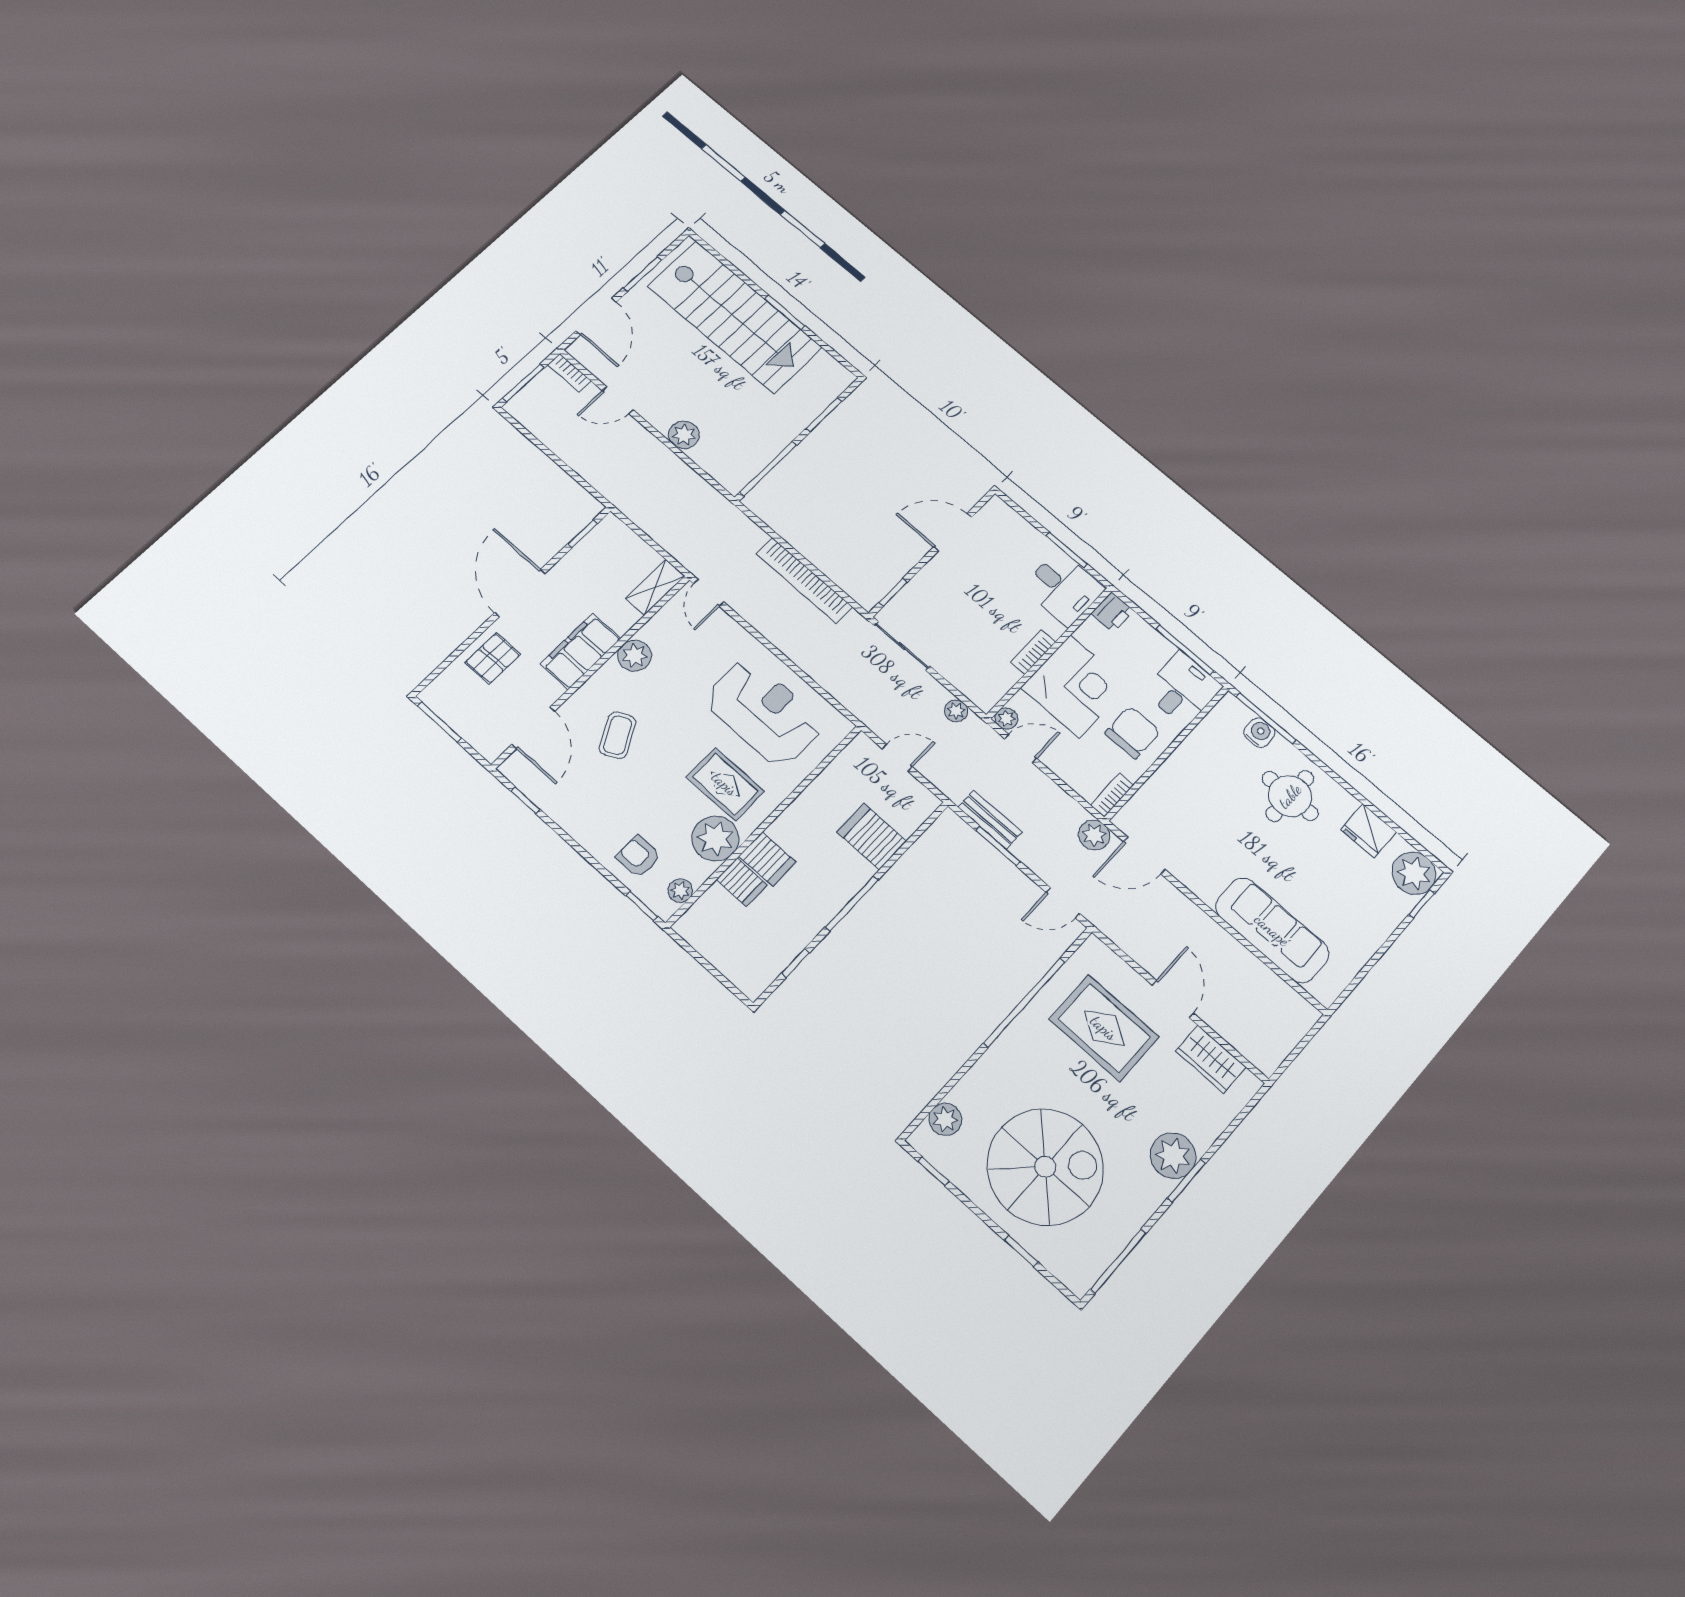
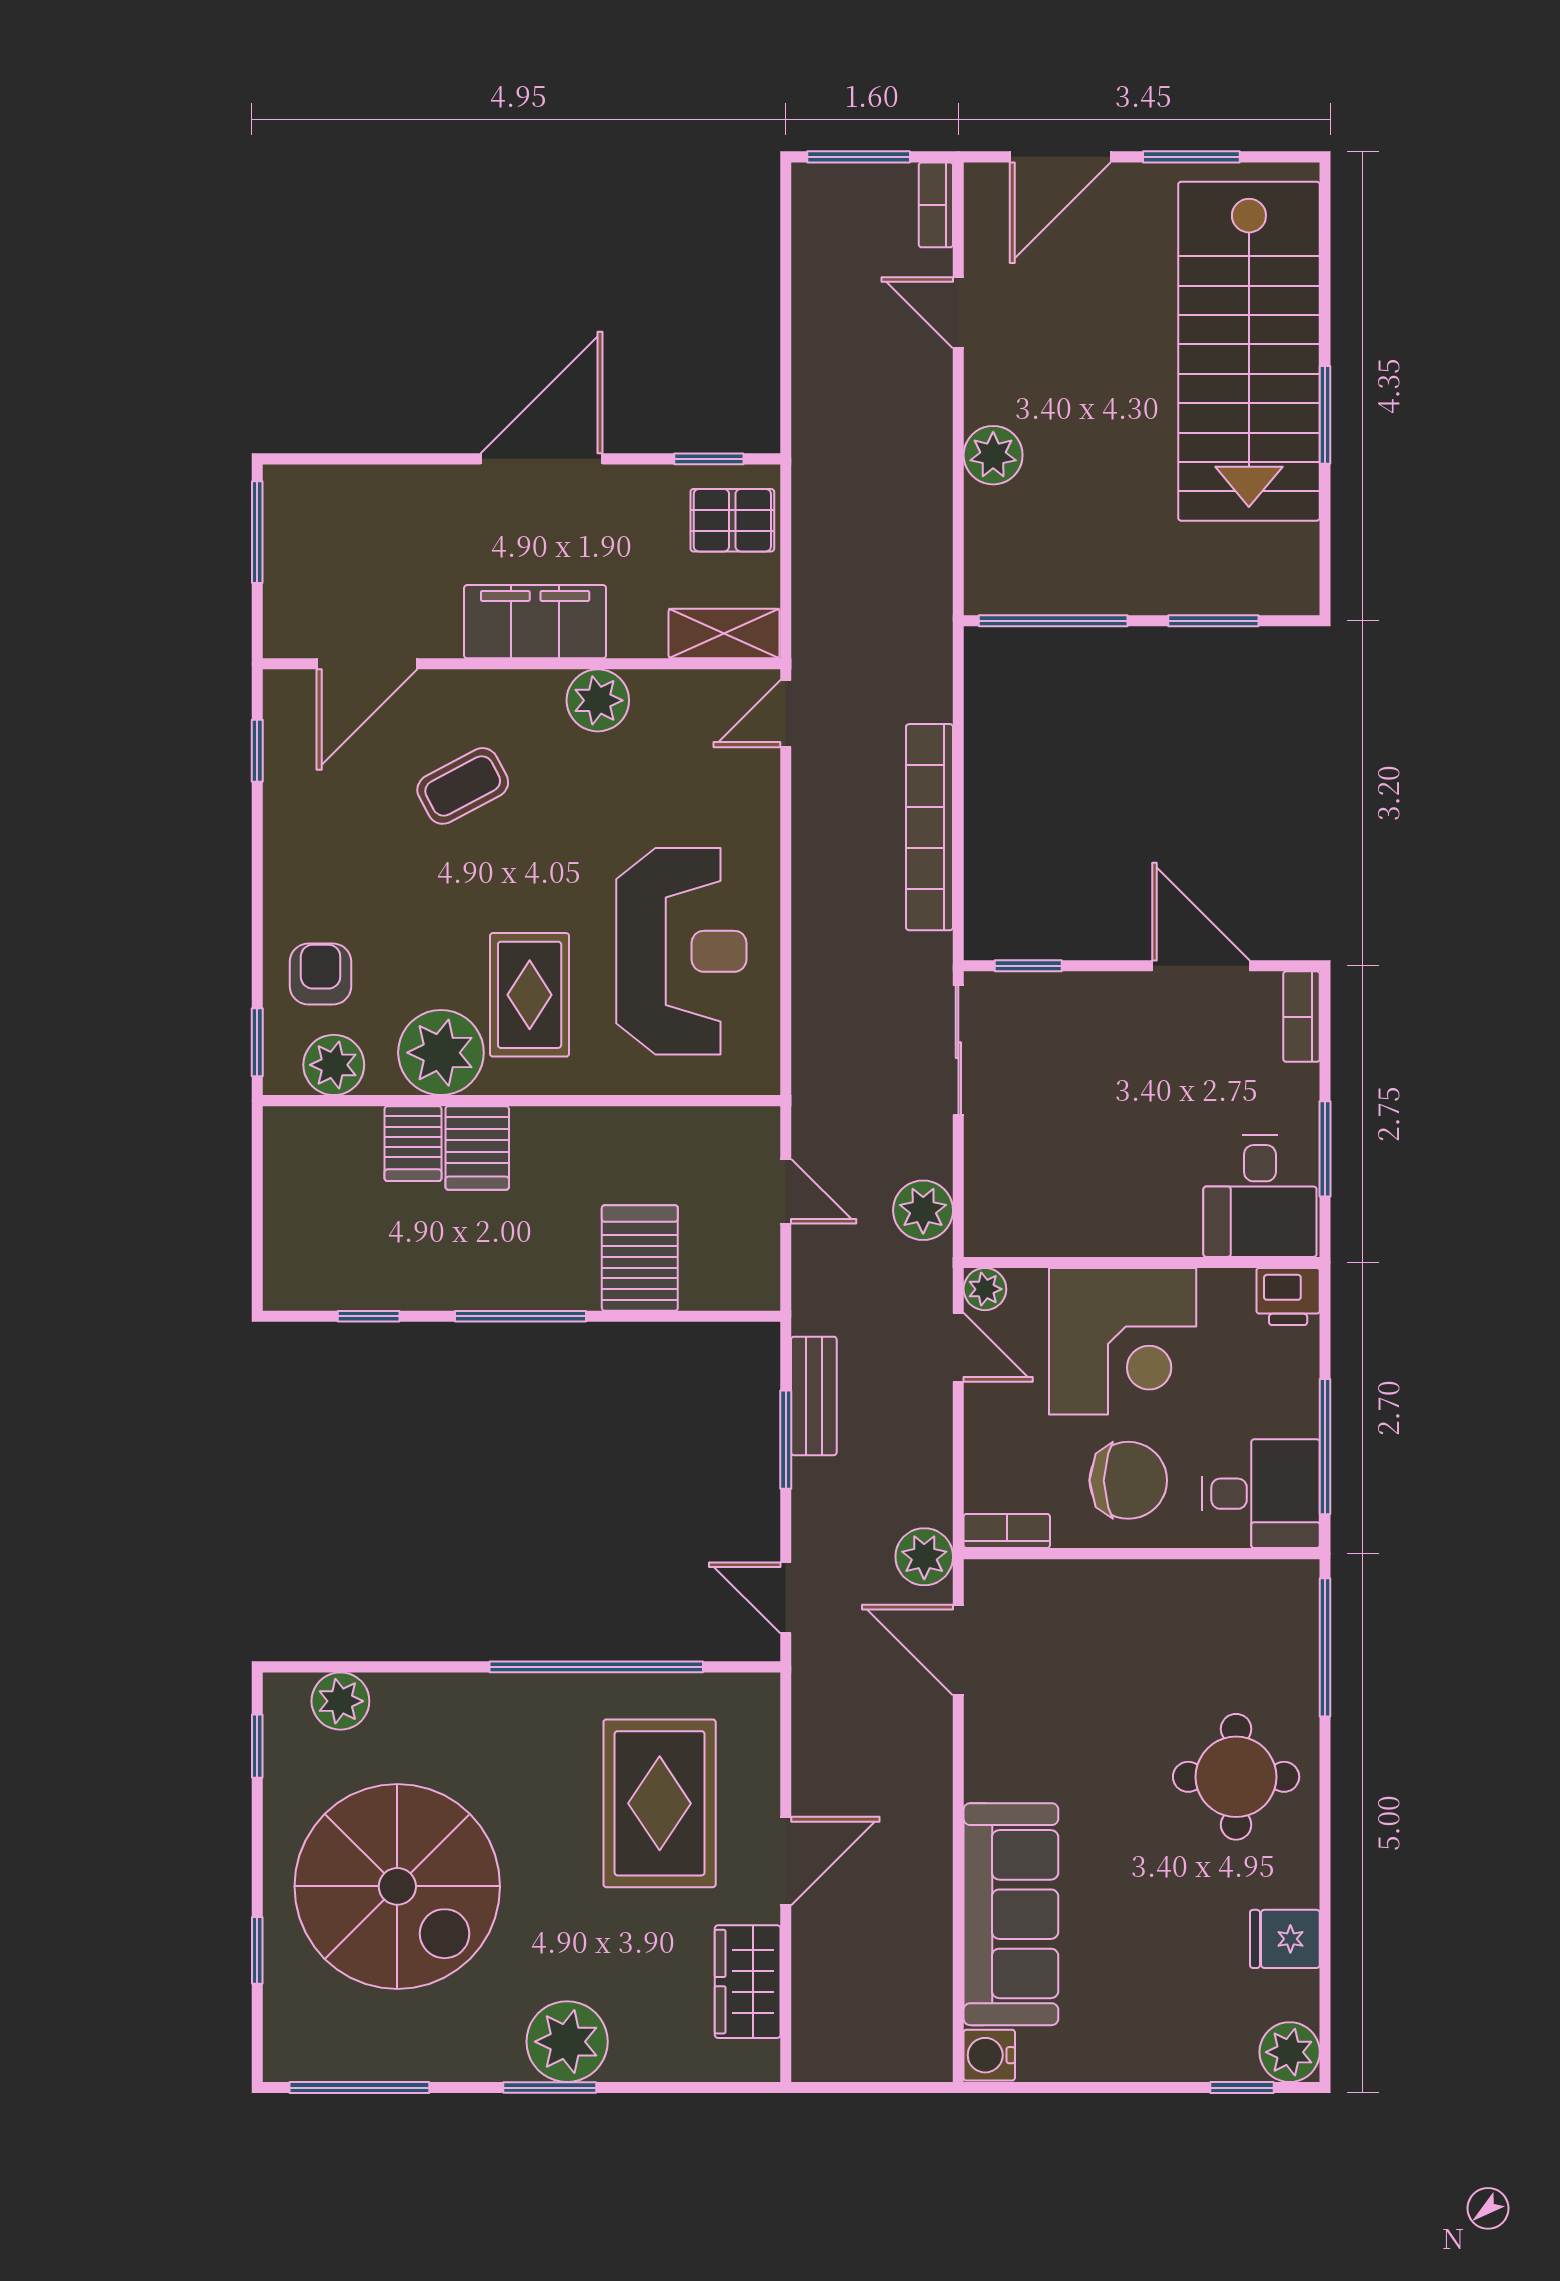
bookcase: (1033, 652) -> (1302, 1017), moved, turned -90
pallet: (493, 658) -> (732, 520), moved
plant: (956, 711) -> (923, 1210), width x1.38, depth x1.38
water cooler: (1259, 733) -> (989, 2055), moved, turned 180
fridge: (1369, 831) -> (1285, 1939), width x0.72
plant: (1414, 873) -> (1290, 2052), width x0.73, depth x0.73
plant: (680, 891) -> (334, 1065), width x1.38, depth x1.38

